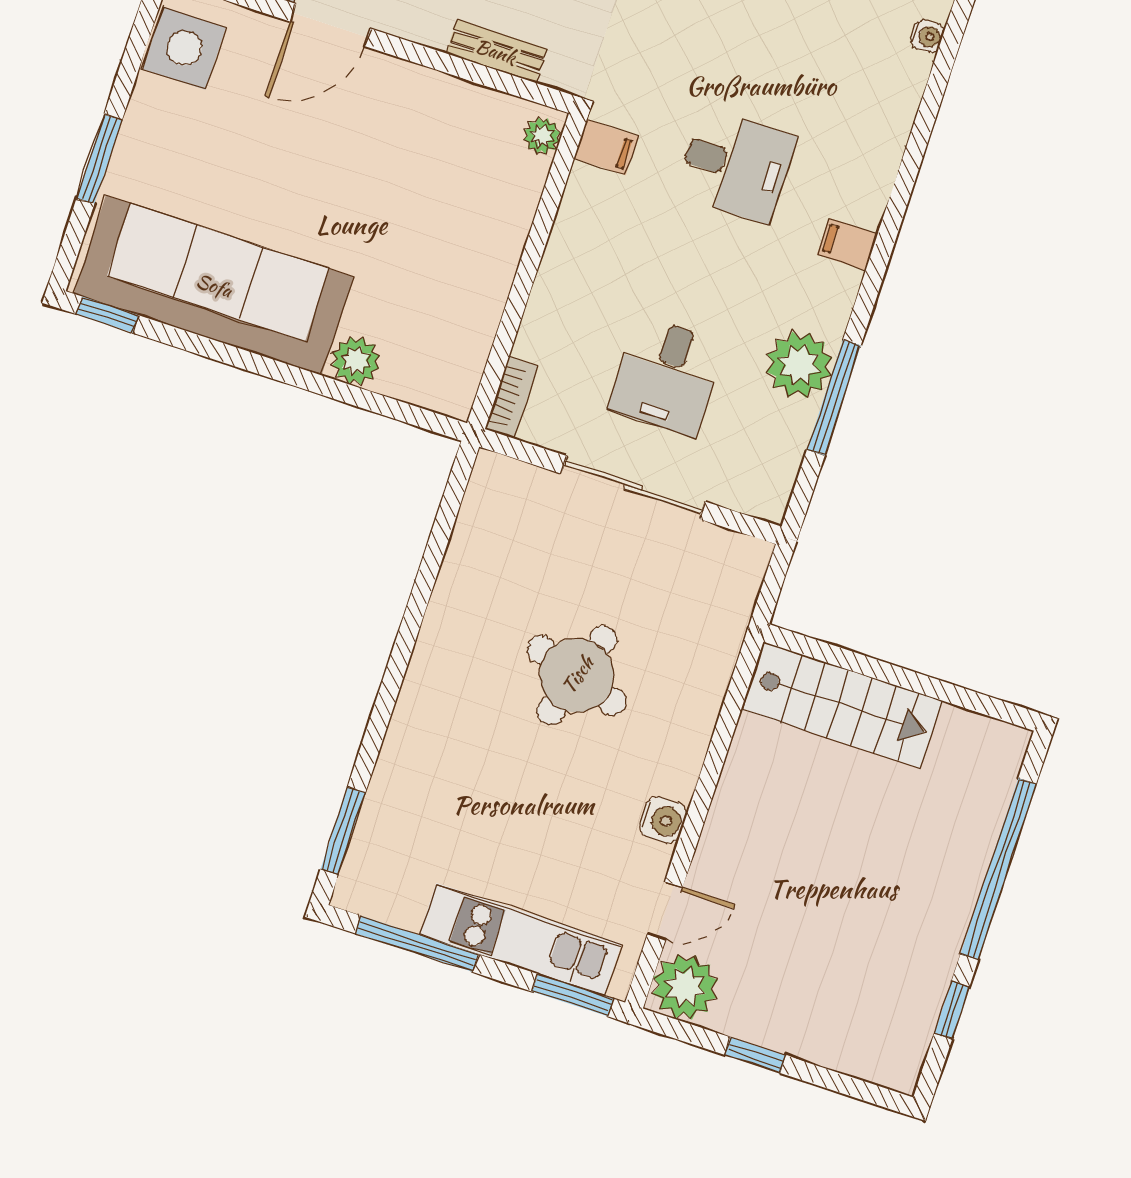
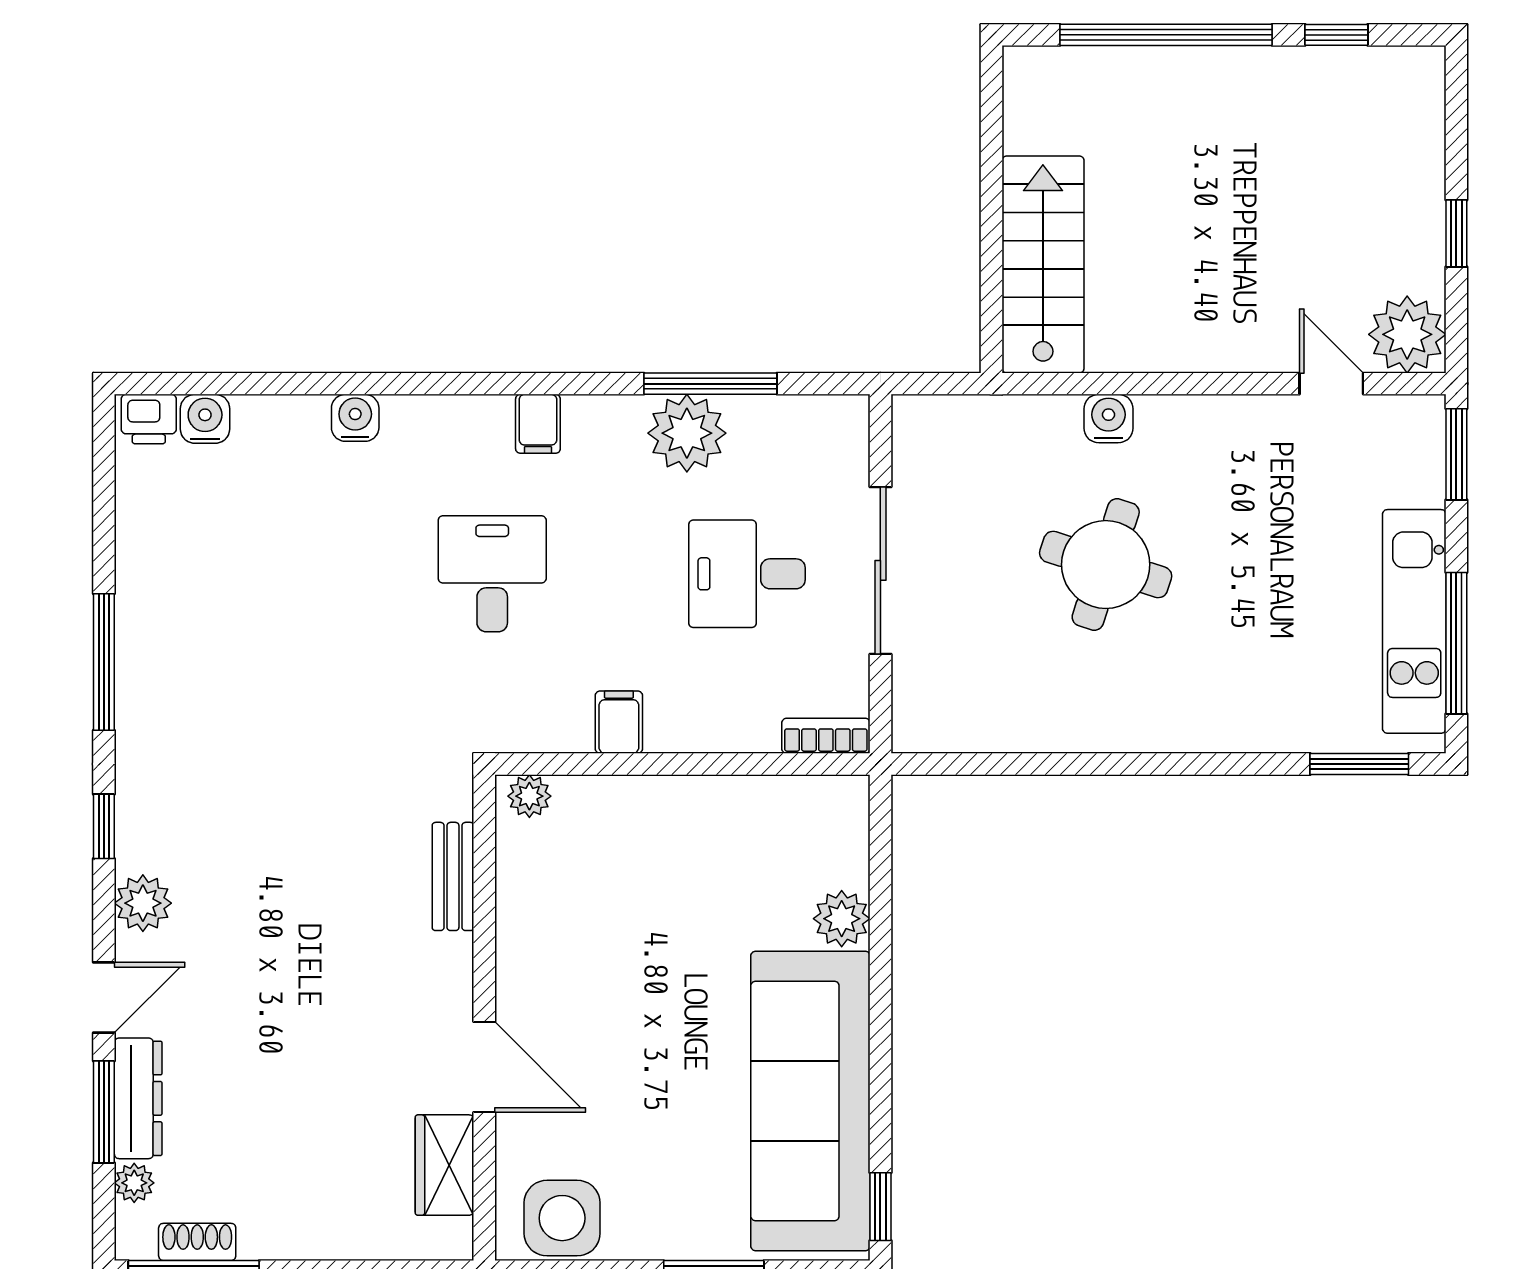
water cooler: (927, 36) -> (355, 418), moved, width x1.38, depth x1.38
filing cabinet: (606, 147) -> (619, 722), moved
desk: (667, 376) -> (747, 574), turned 180
water cooler: (663, 820) -> (1109, 418), moved
kitchen unit: (520, 939) -> (1414, 621), moved

